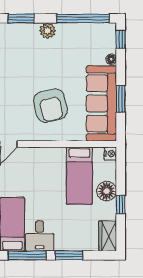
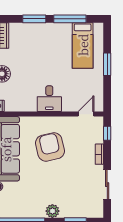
bed: (79, 176) -> (25, 87), removed
desk: (40, 236) -> (49, 99), moved, turned 180

